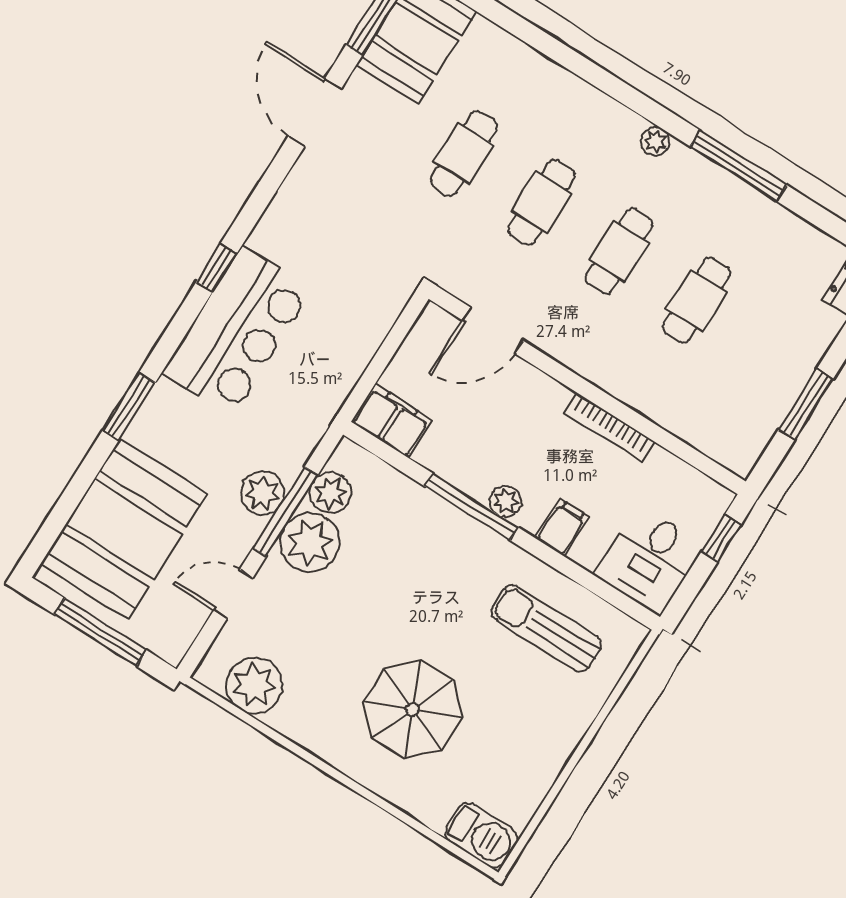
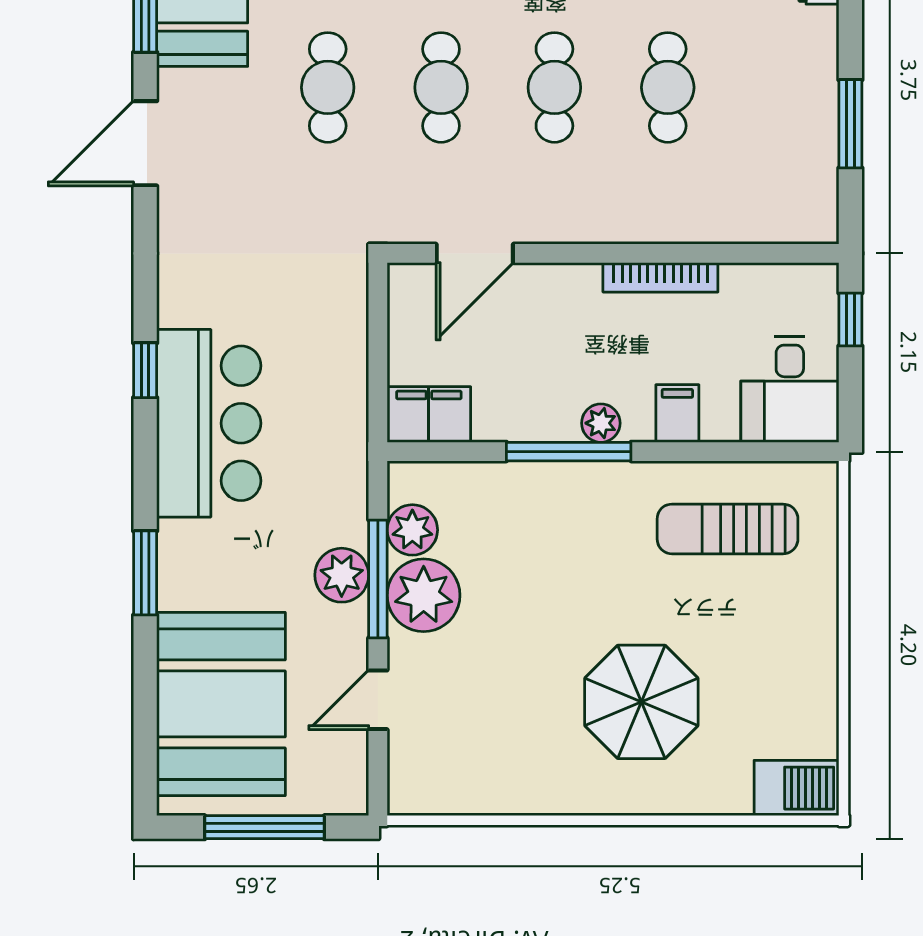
door: (315, 113) -> (145, 143), hinge flipped
plant: (254, 685) -> (460, 781), removed

